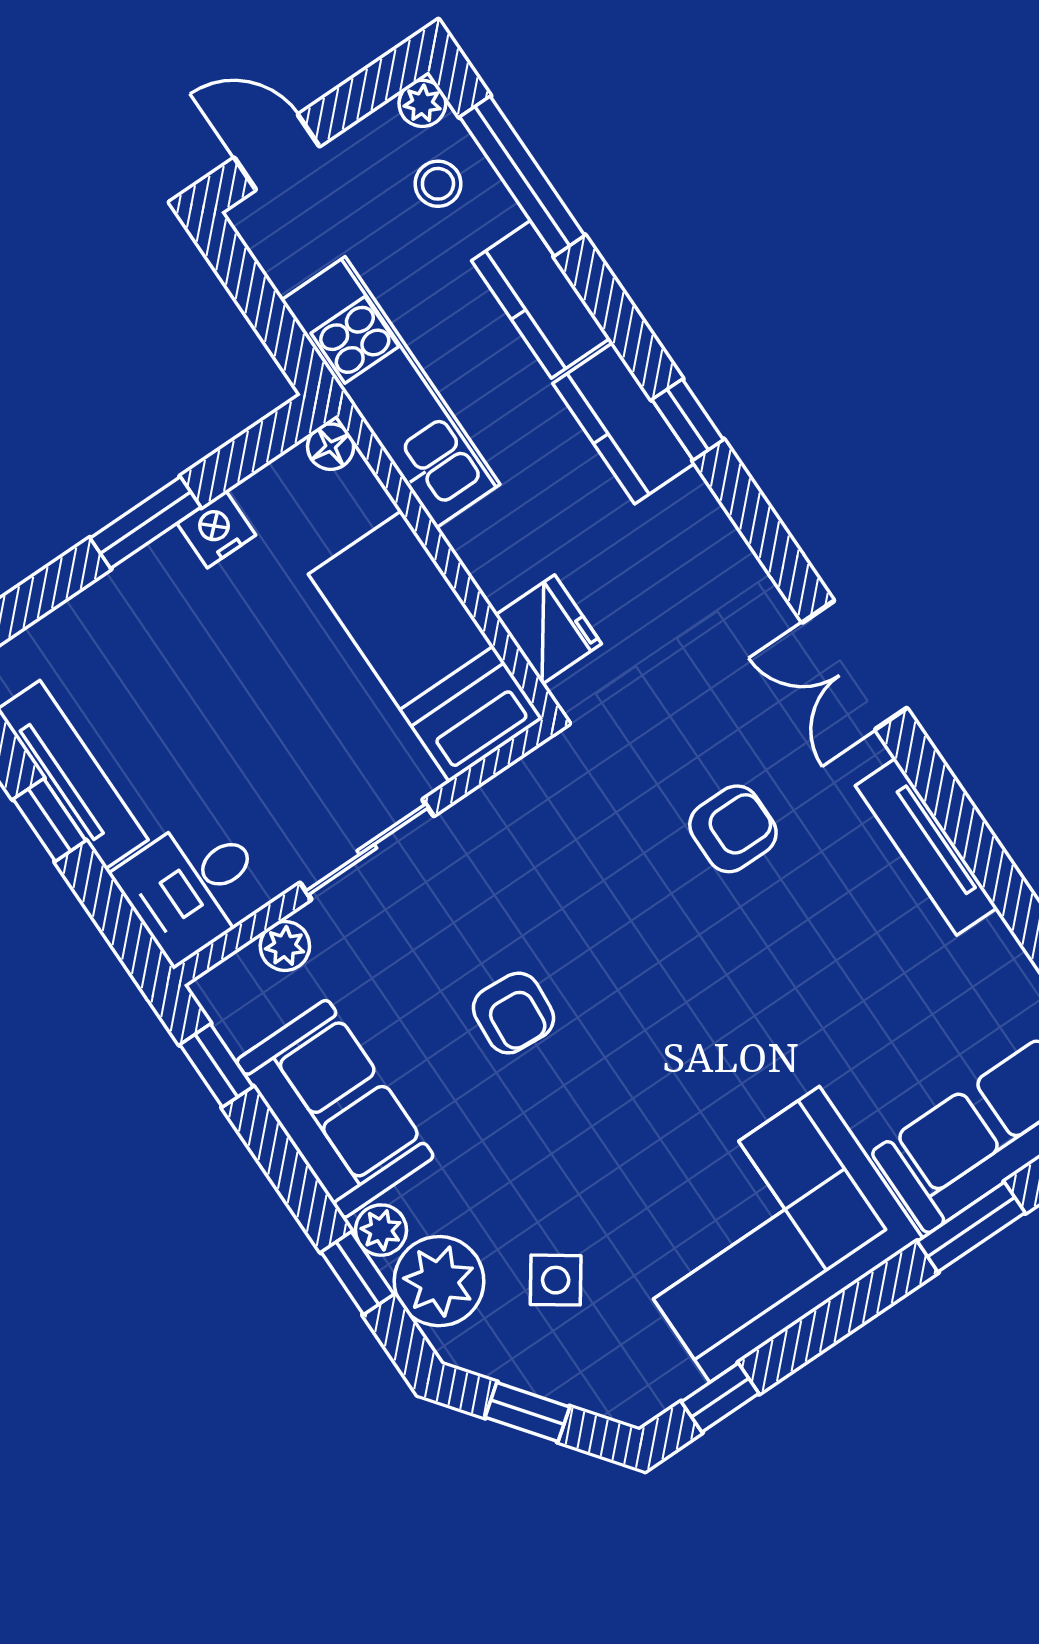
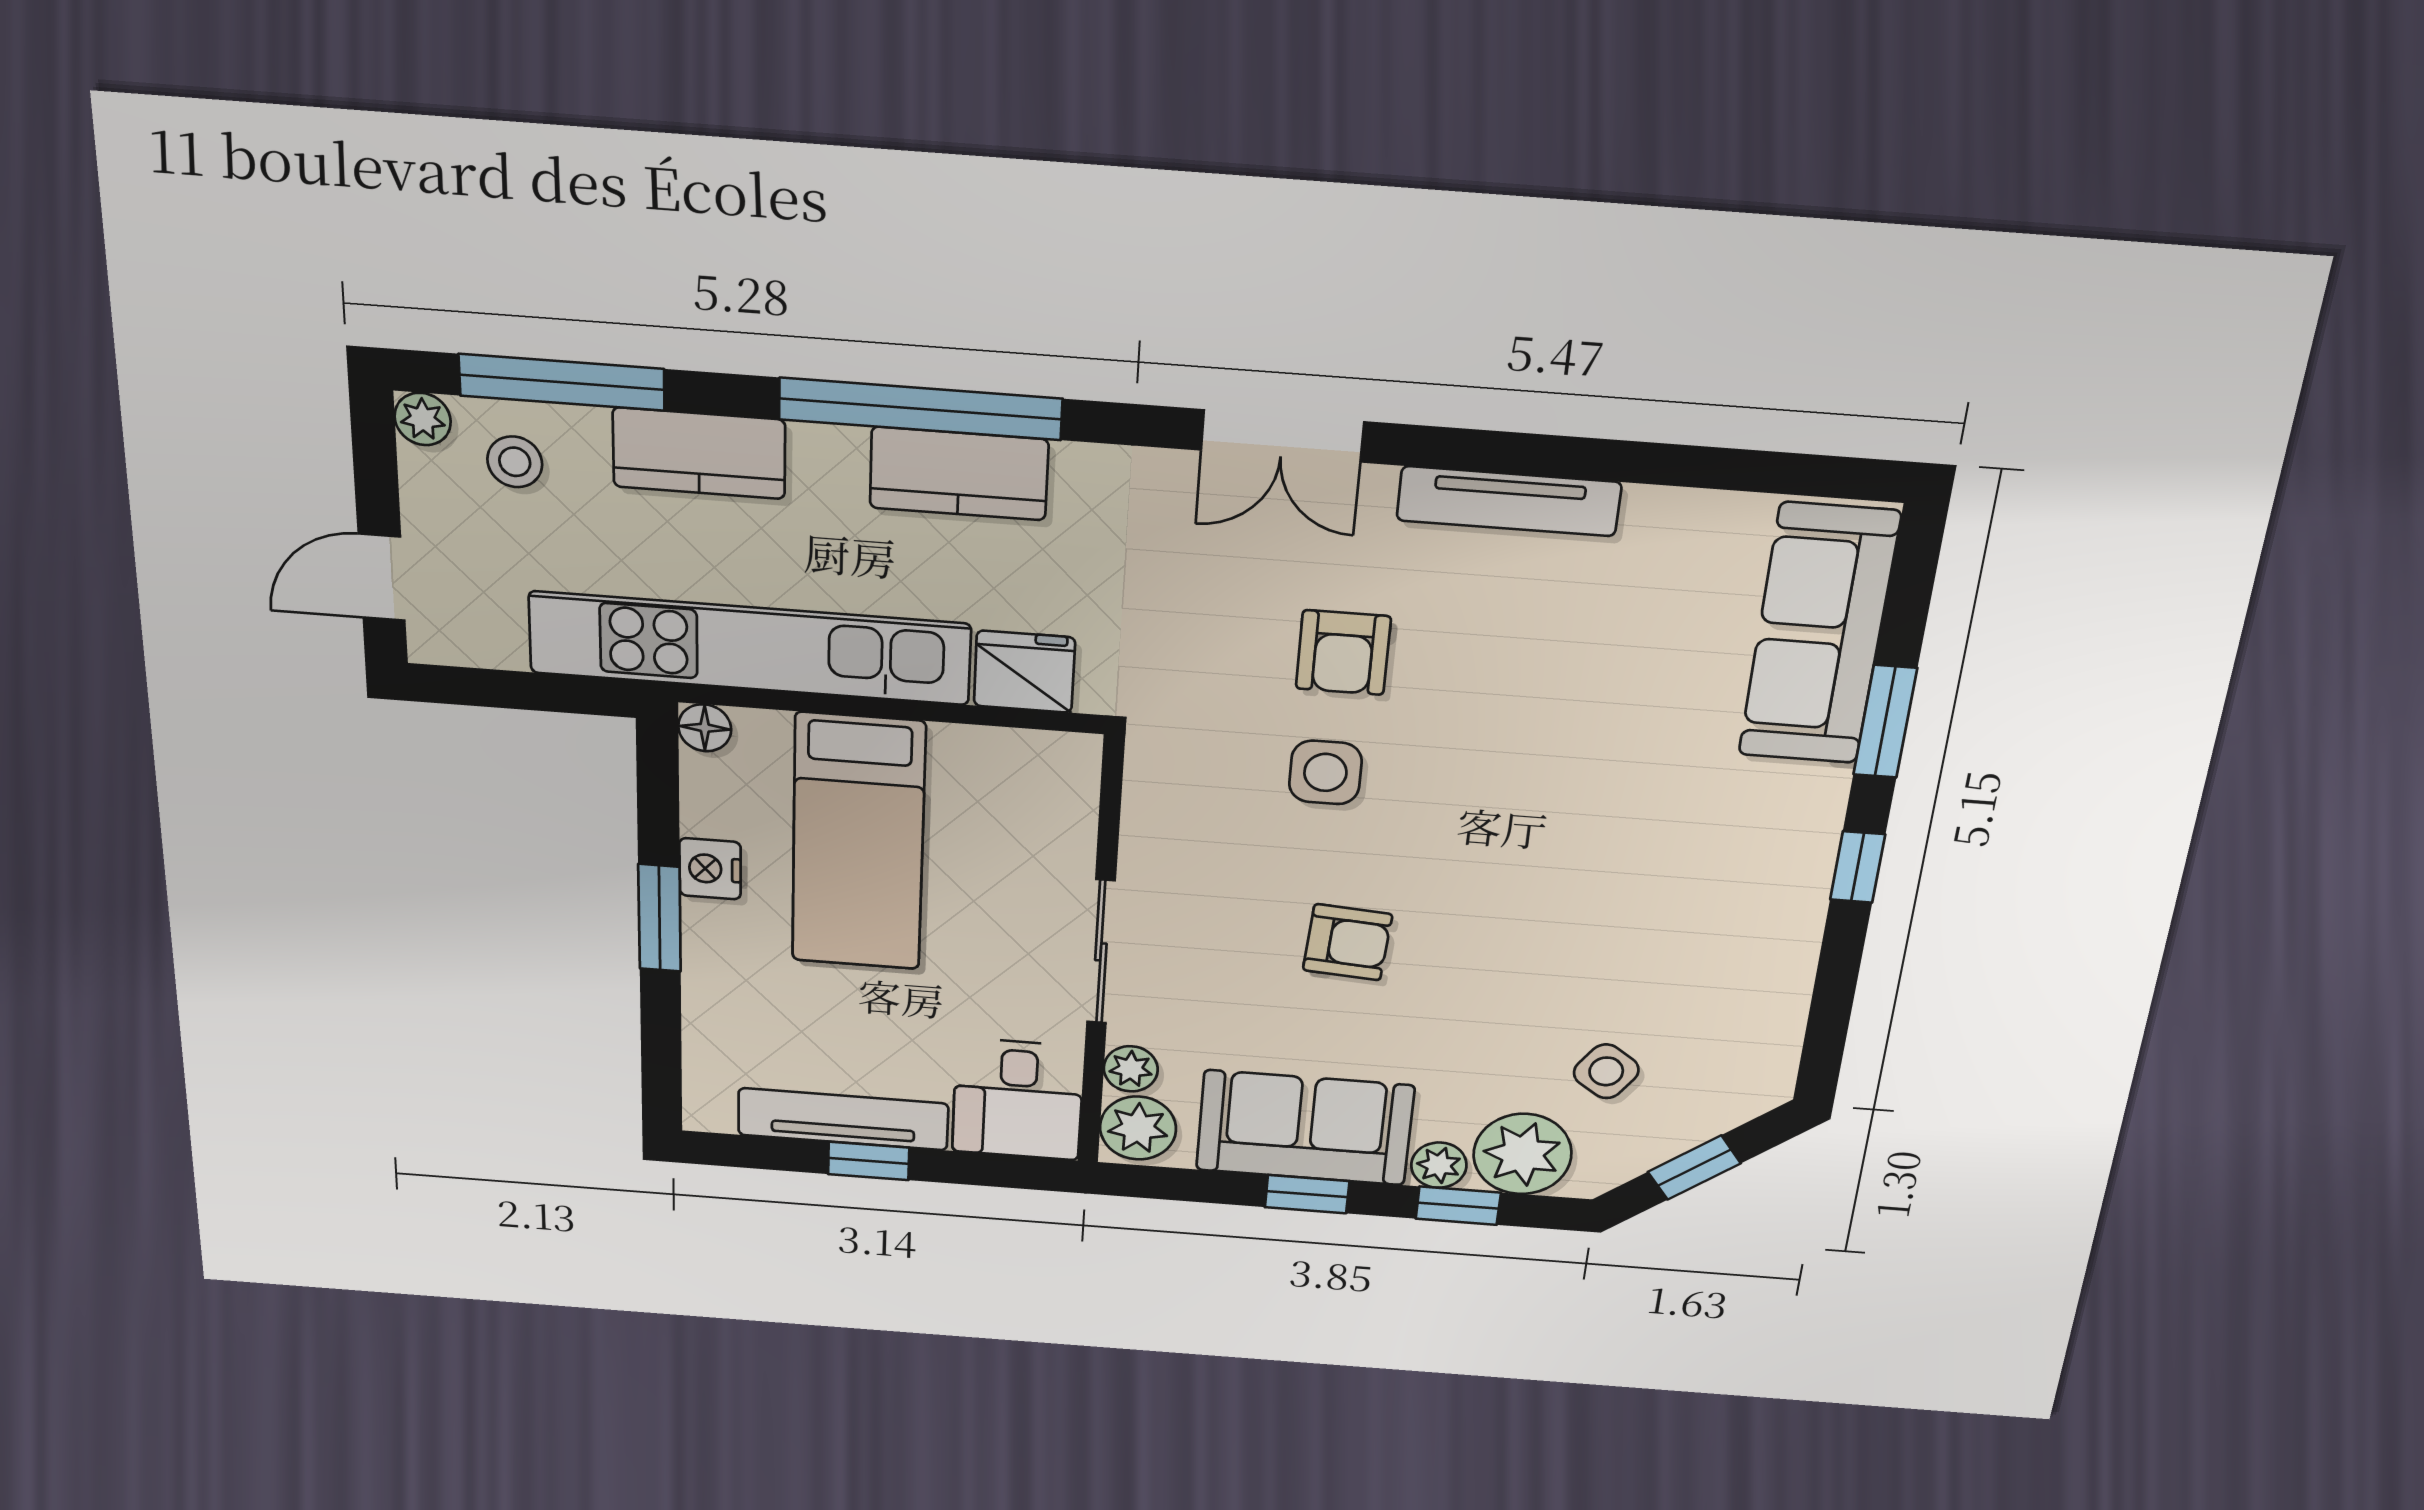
kitchen unit: (390, 392) -> (750, 648), width x1.36
window: (688, 420) -> (920, 409), width x3.17
kitchen counter: (624, 423) -> (959, 474), moved
bed: (426, 646) -> (858, 843), moved, turned -90
armchair: (733, 829) -> (1343, 653), turned 180
side table: (634, 890) -> (1325, 772), added
plant: (237, 991) -> (1138, 1128), added
window: (216, 1066) -> (1307, 1194), moved
corner sofa: (765, 1234) -> (1726, 889), removed
window: (720, 1398) -> (1858, 867), moved

